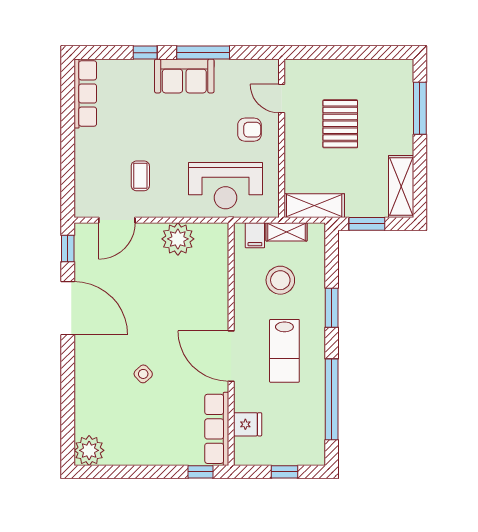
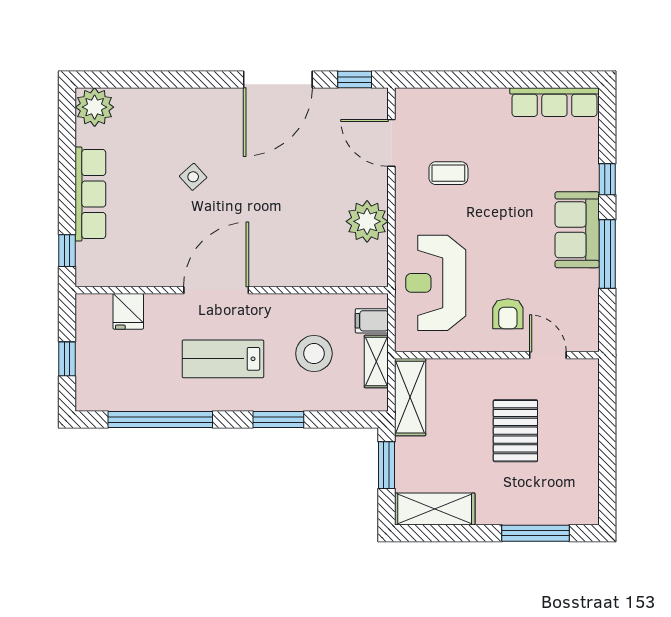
door: (282, 99) -> (548, 355), hinge flipped
pallet: (340, 124) -> (515, 431), turned 90
row of seats: (217, 429) -> (90, 194), moved, turned 90

